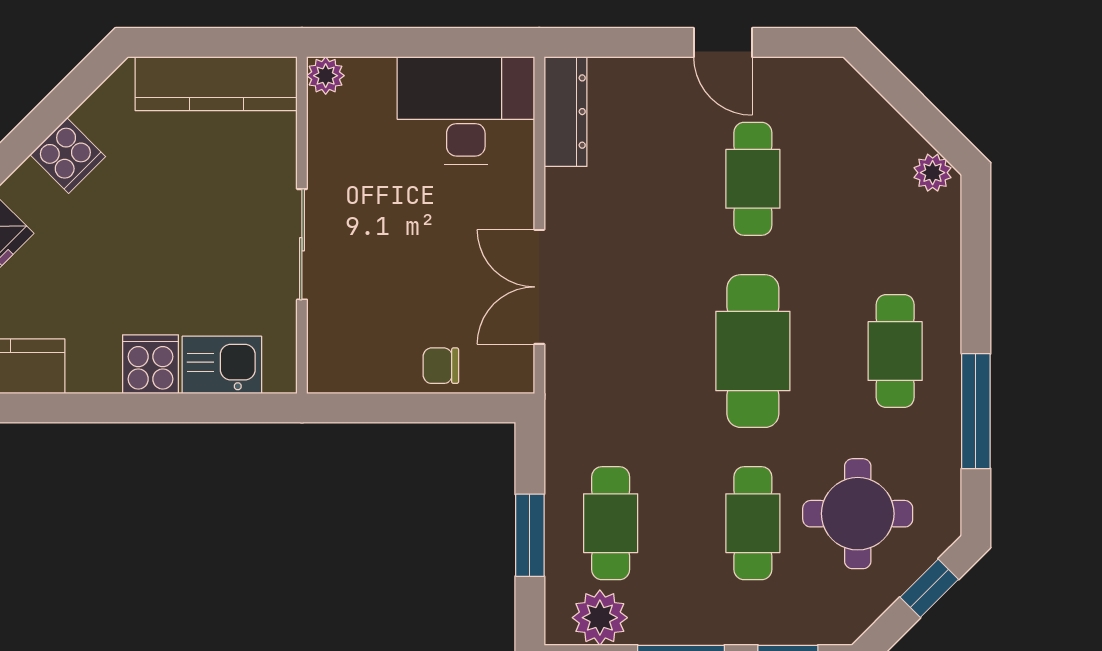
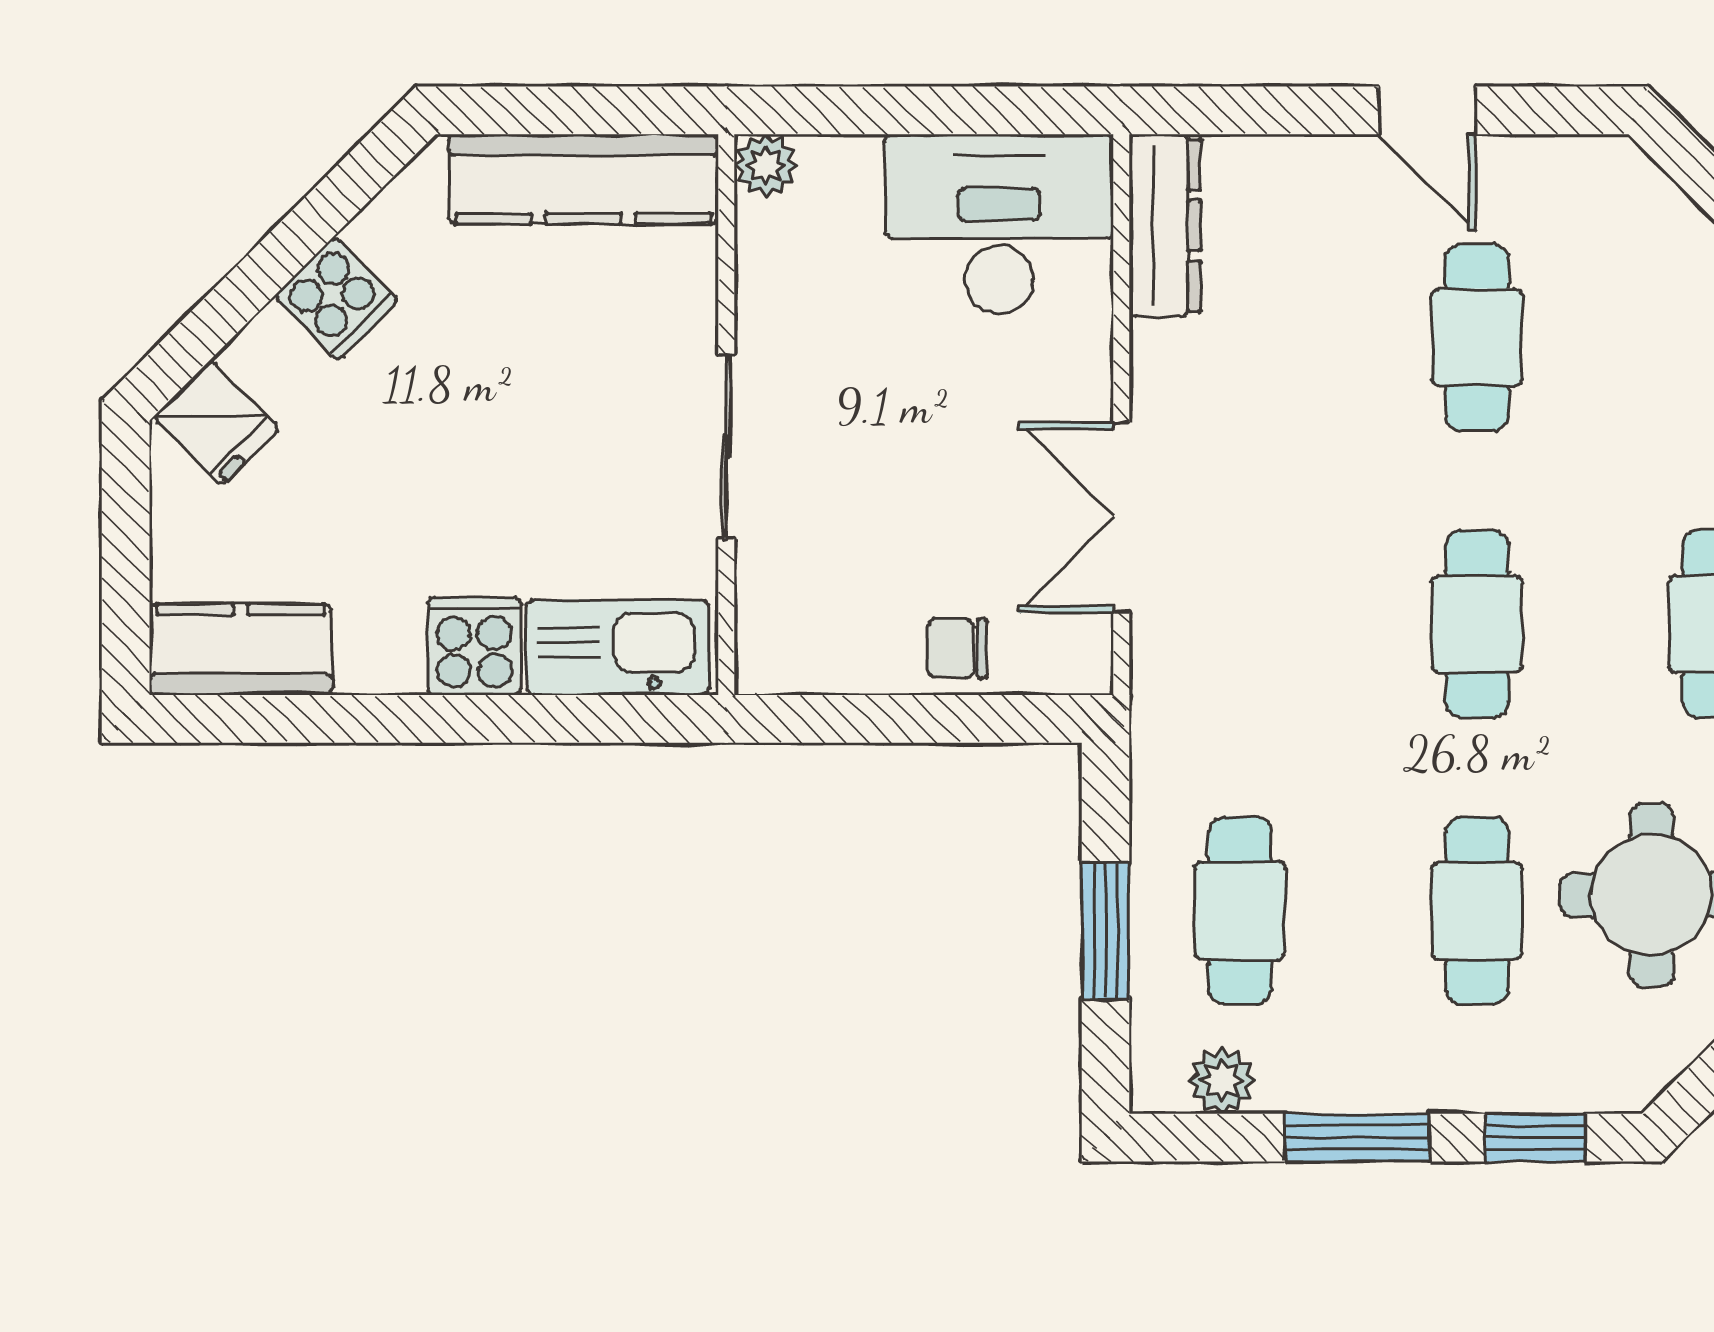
cafe table: (753, 351) -> (1477, 624), width x0.73, depth x0.74
kitchen sink: (222, 365) -> (618, 647), width x1.38
plant: (600, 618) -> (1222, 1080), width x0.73, depth x0.73

